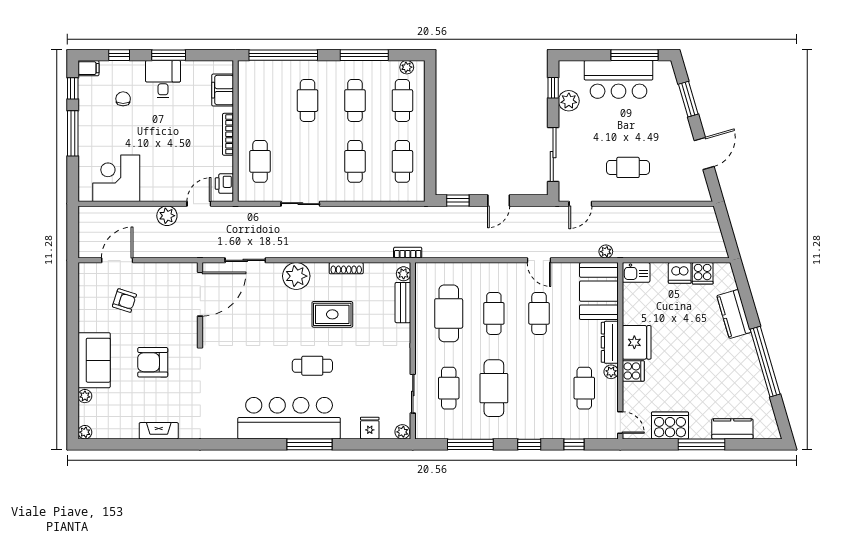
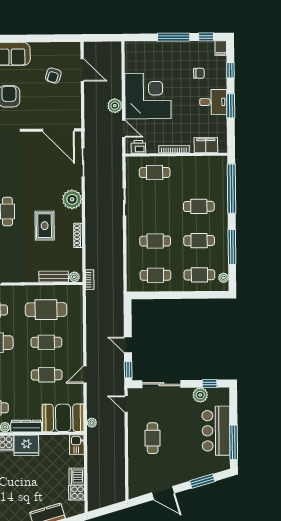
corner desk: (116, 178) -> (148, 96), moved, width x1.36, depth x1.36
window: (458, 200) -> (128, 370), moved

